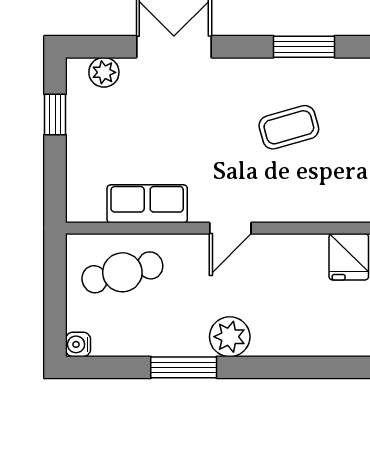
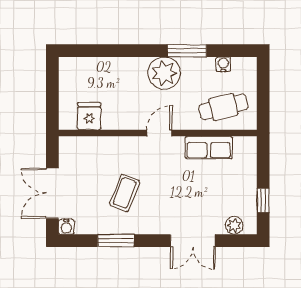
coffee table: (289, 127) -> (125, 193), turned -53
plant: (230, 337) -> (164, 73), width x1.36, depth x1.36
water cooler: (78, 344) -> (223, 64), moved, turned -90

